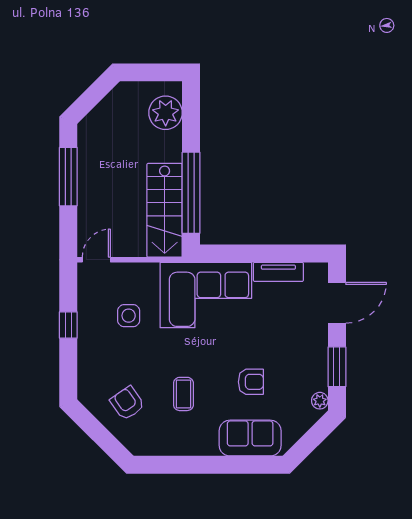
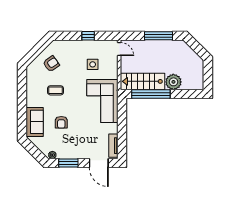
plant: (166, 113) -> (173, 82), moved
tv unit: (278, 272) -> (113, 146), moved

